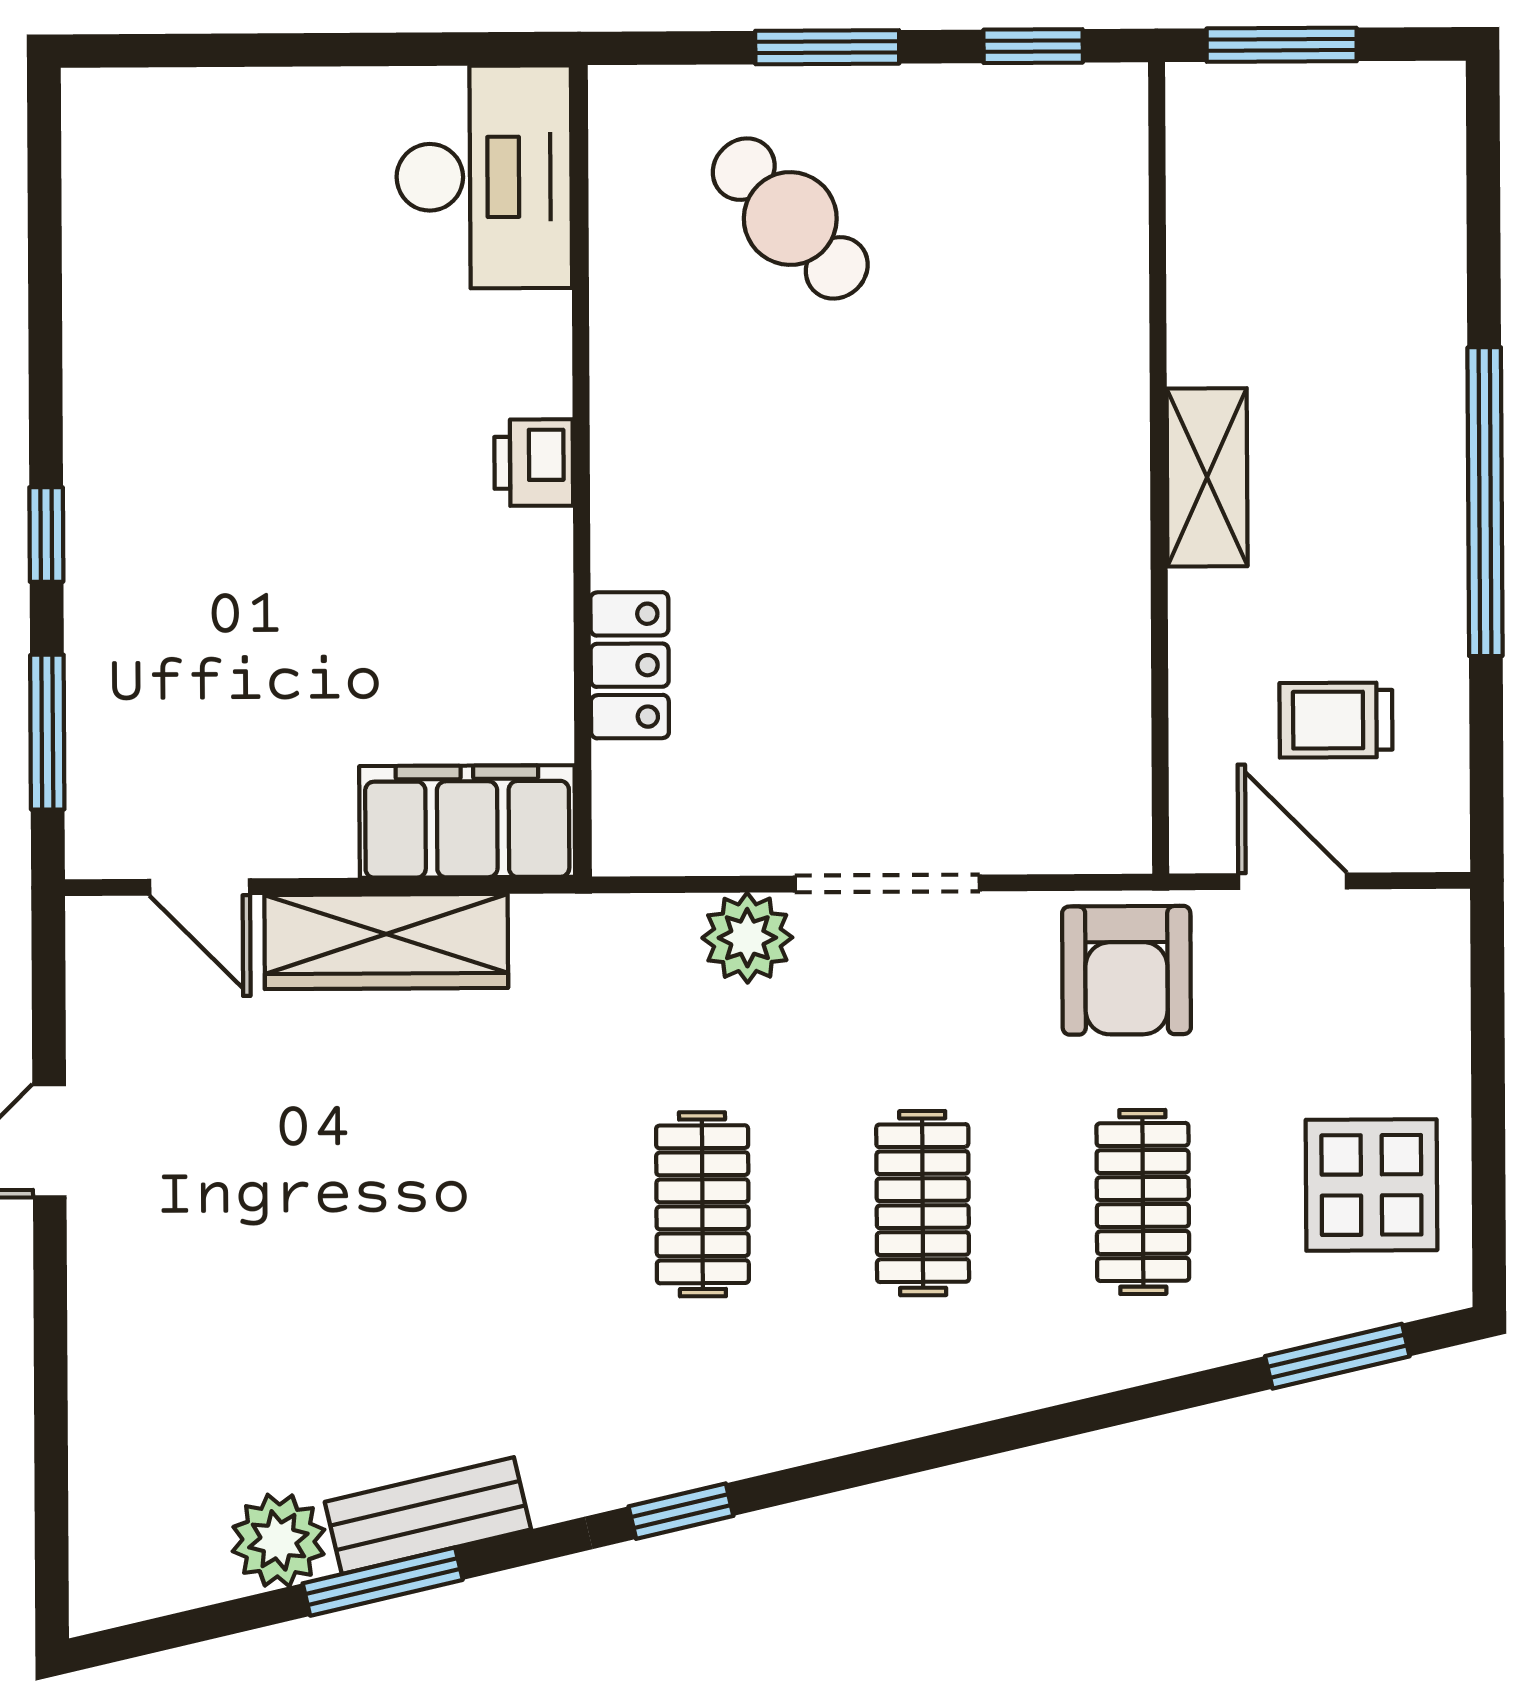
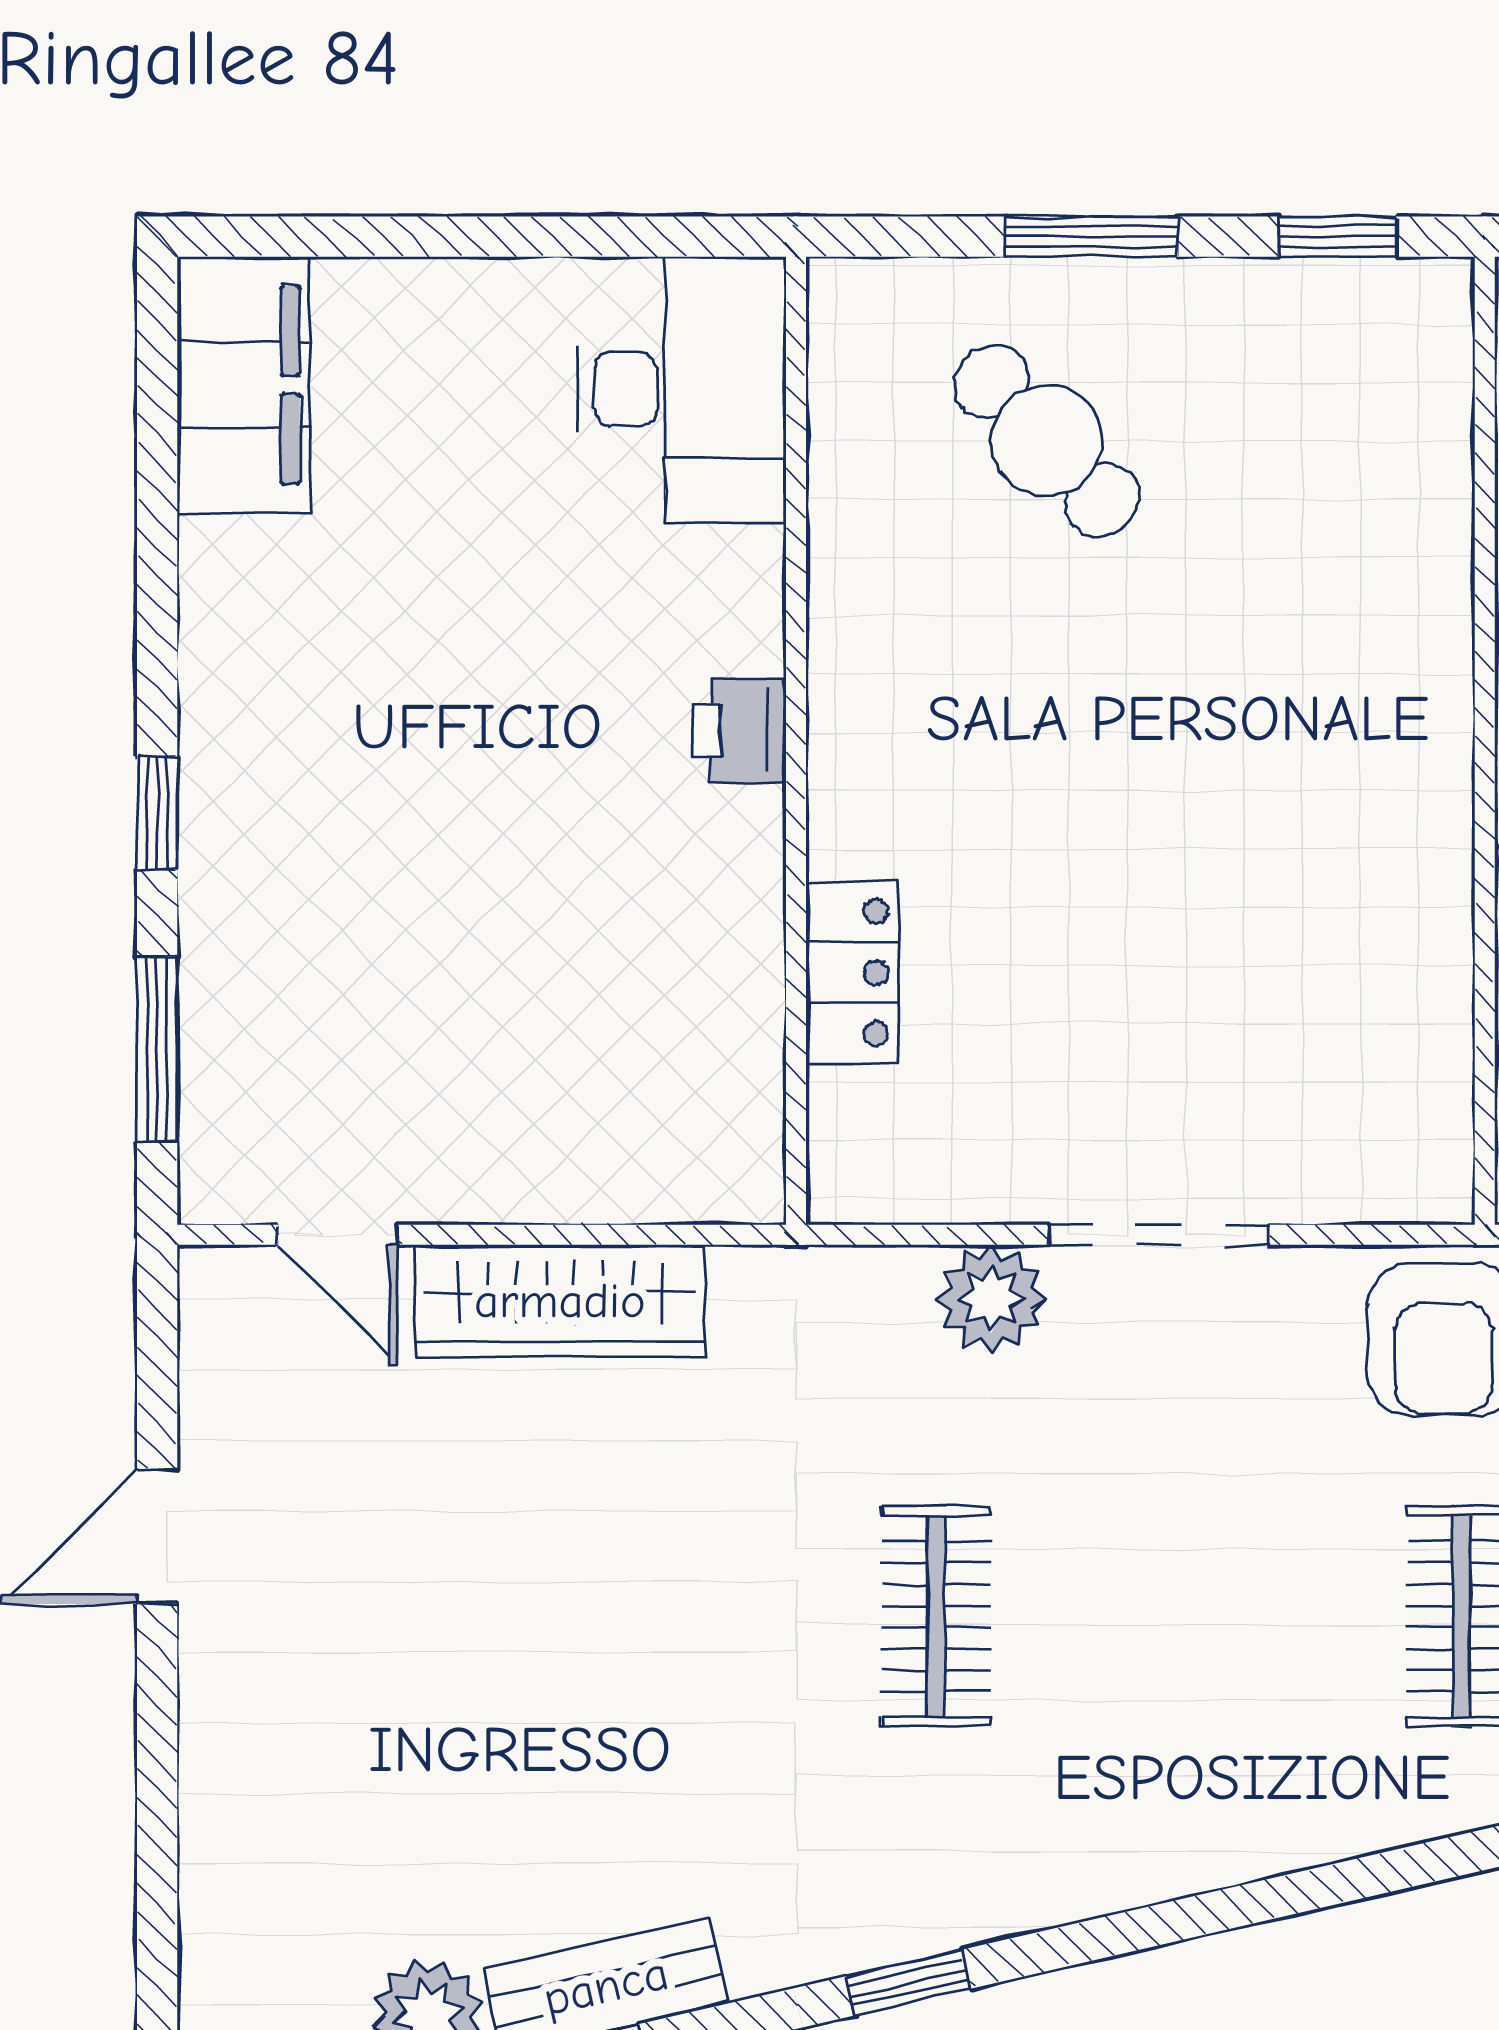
filing cabinet: (467, 821) -> (244, 385), moved, turned 90
clothes rail: (923, 1203) -> (1199, 1616), removed

